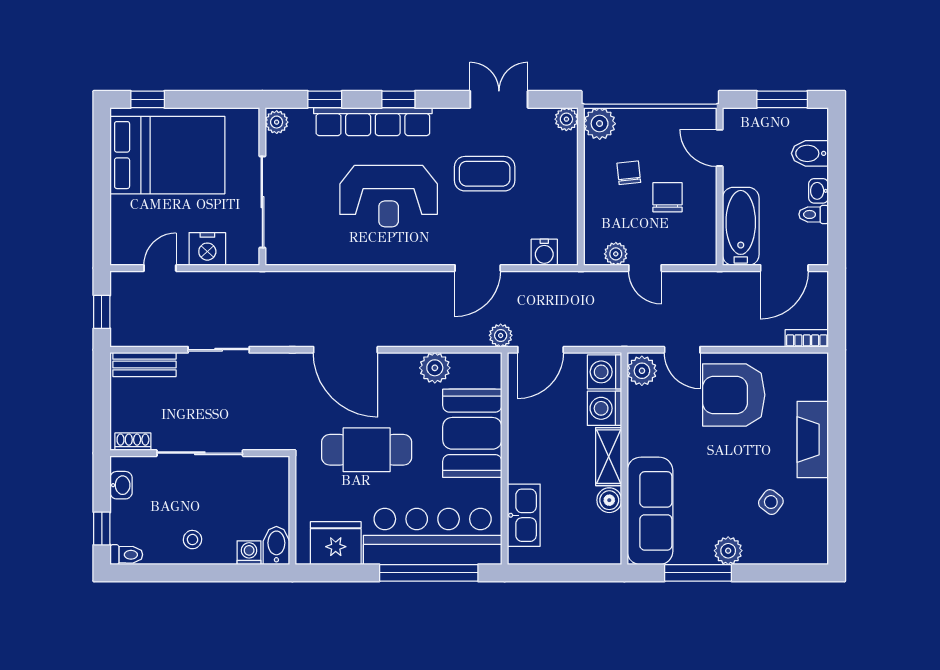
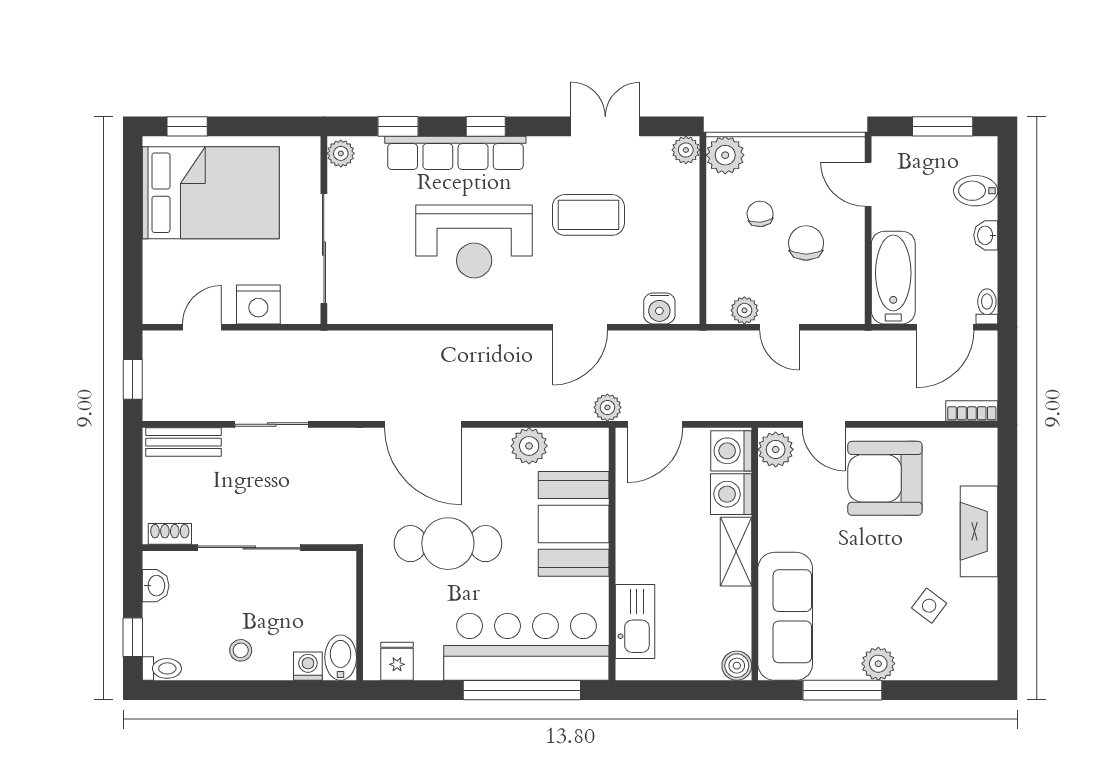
toilet: (814, 214) -> (987, 306), moved, turned 90
boiler: (609, 500) -> (737, 666), moved
fridge: (336, 543) -> (397, 661), width x0.53, depth x0.75

